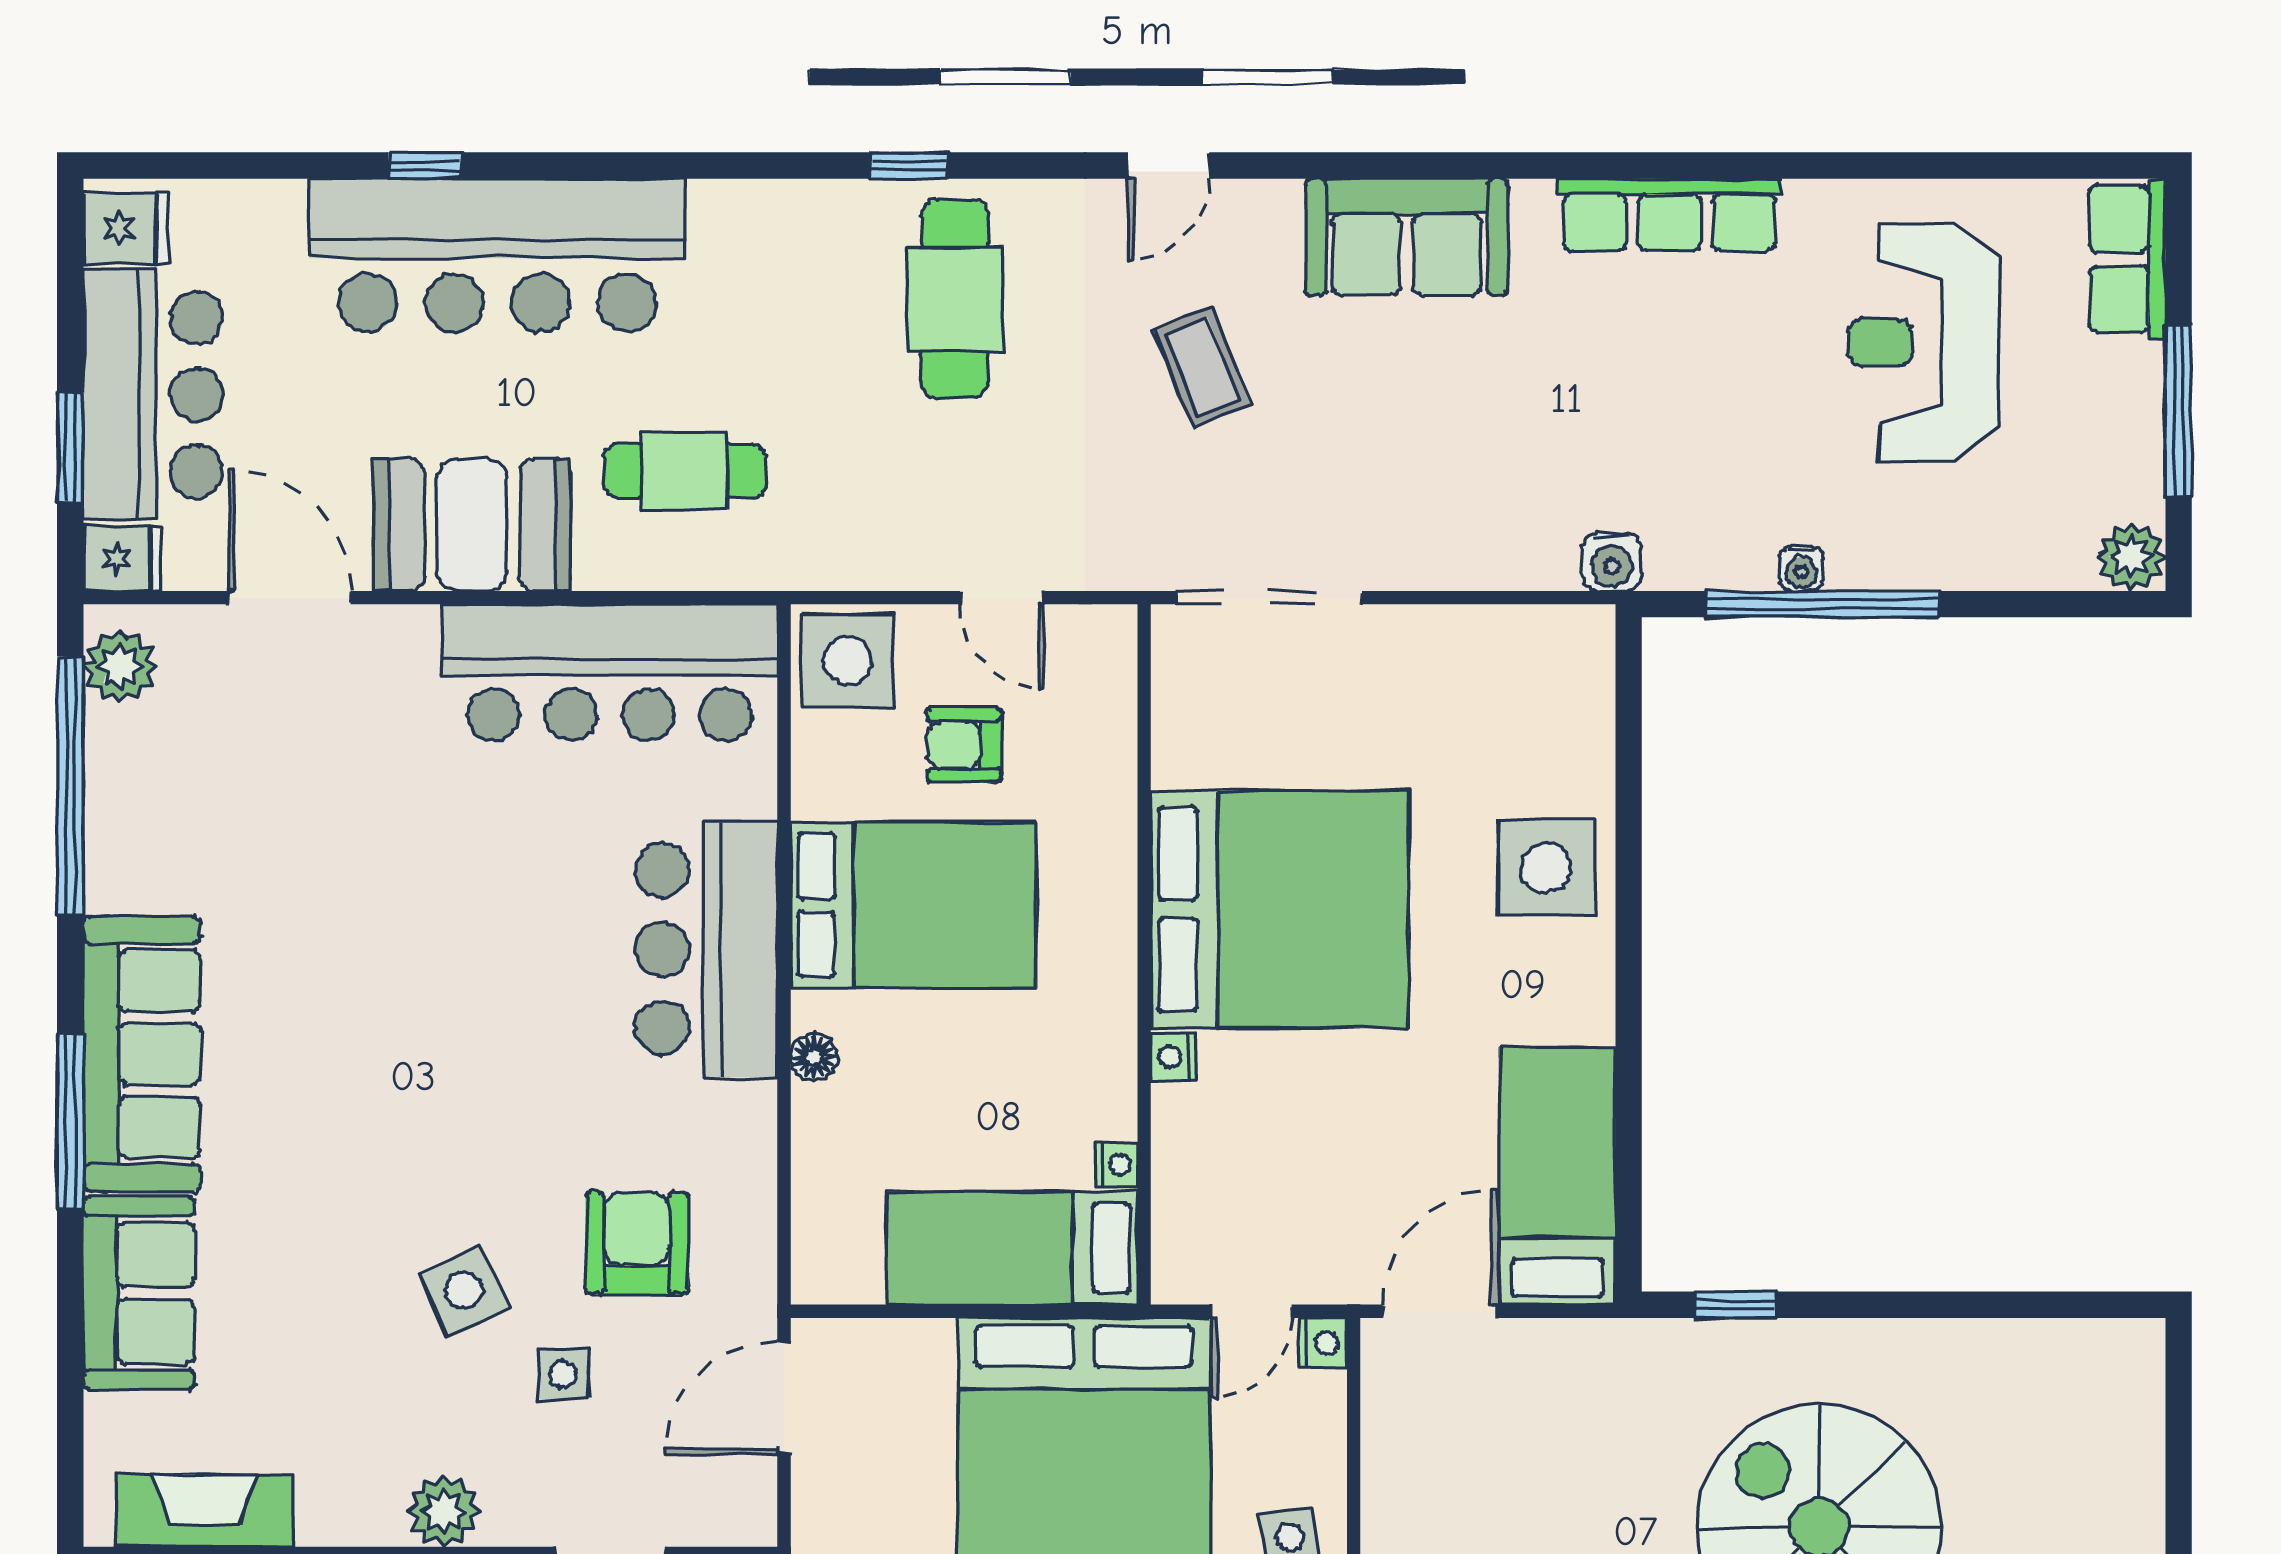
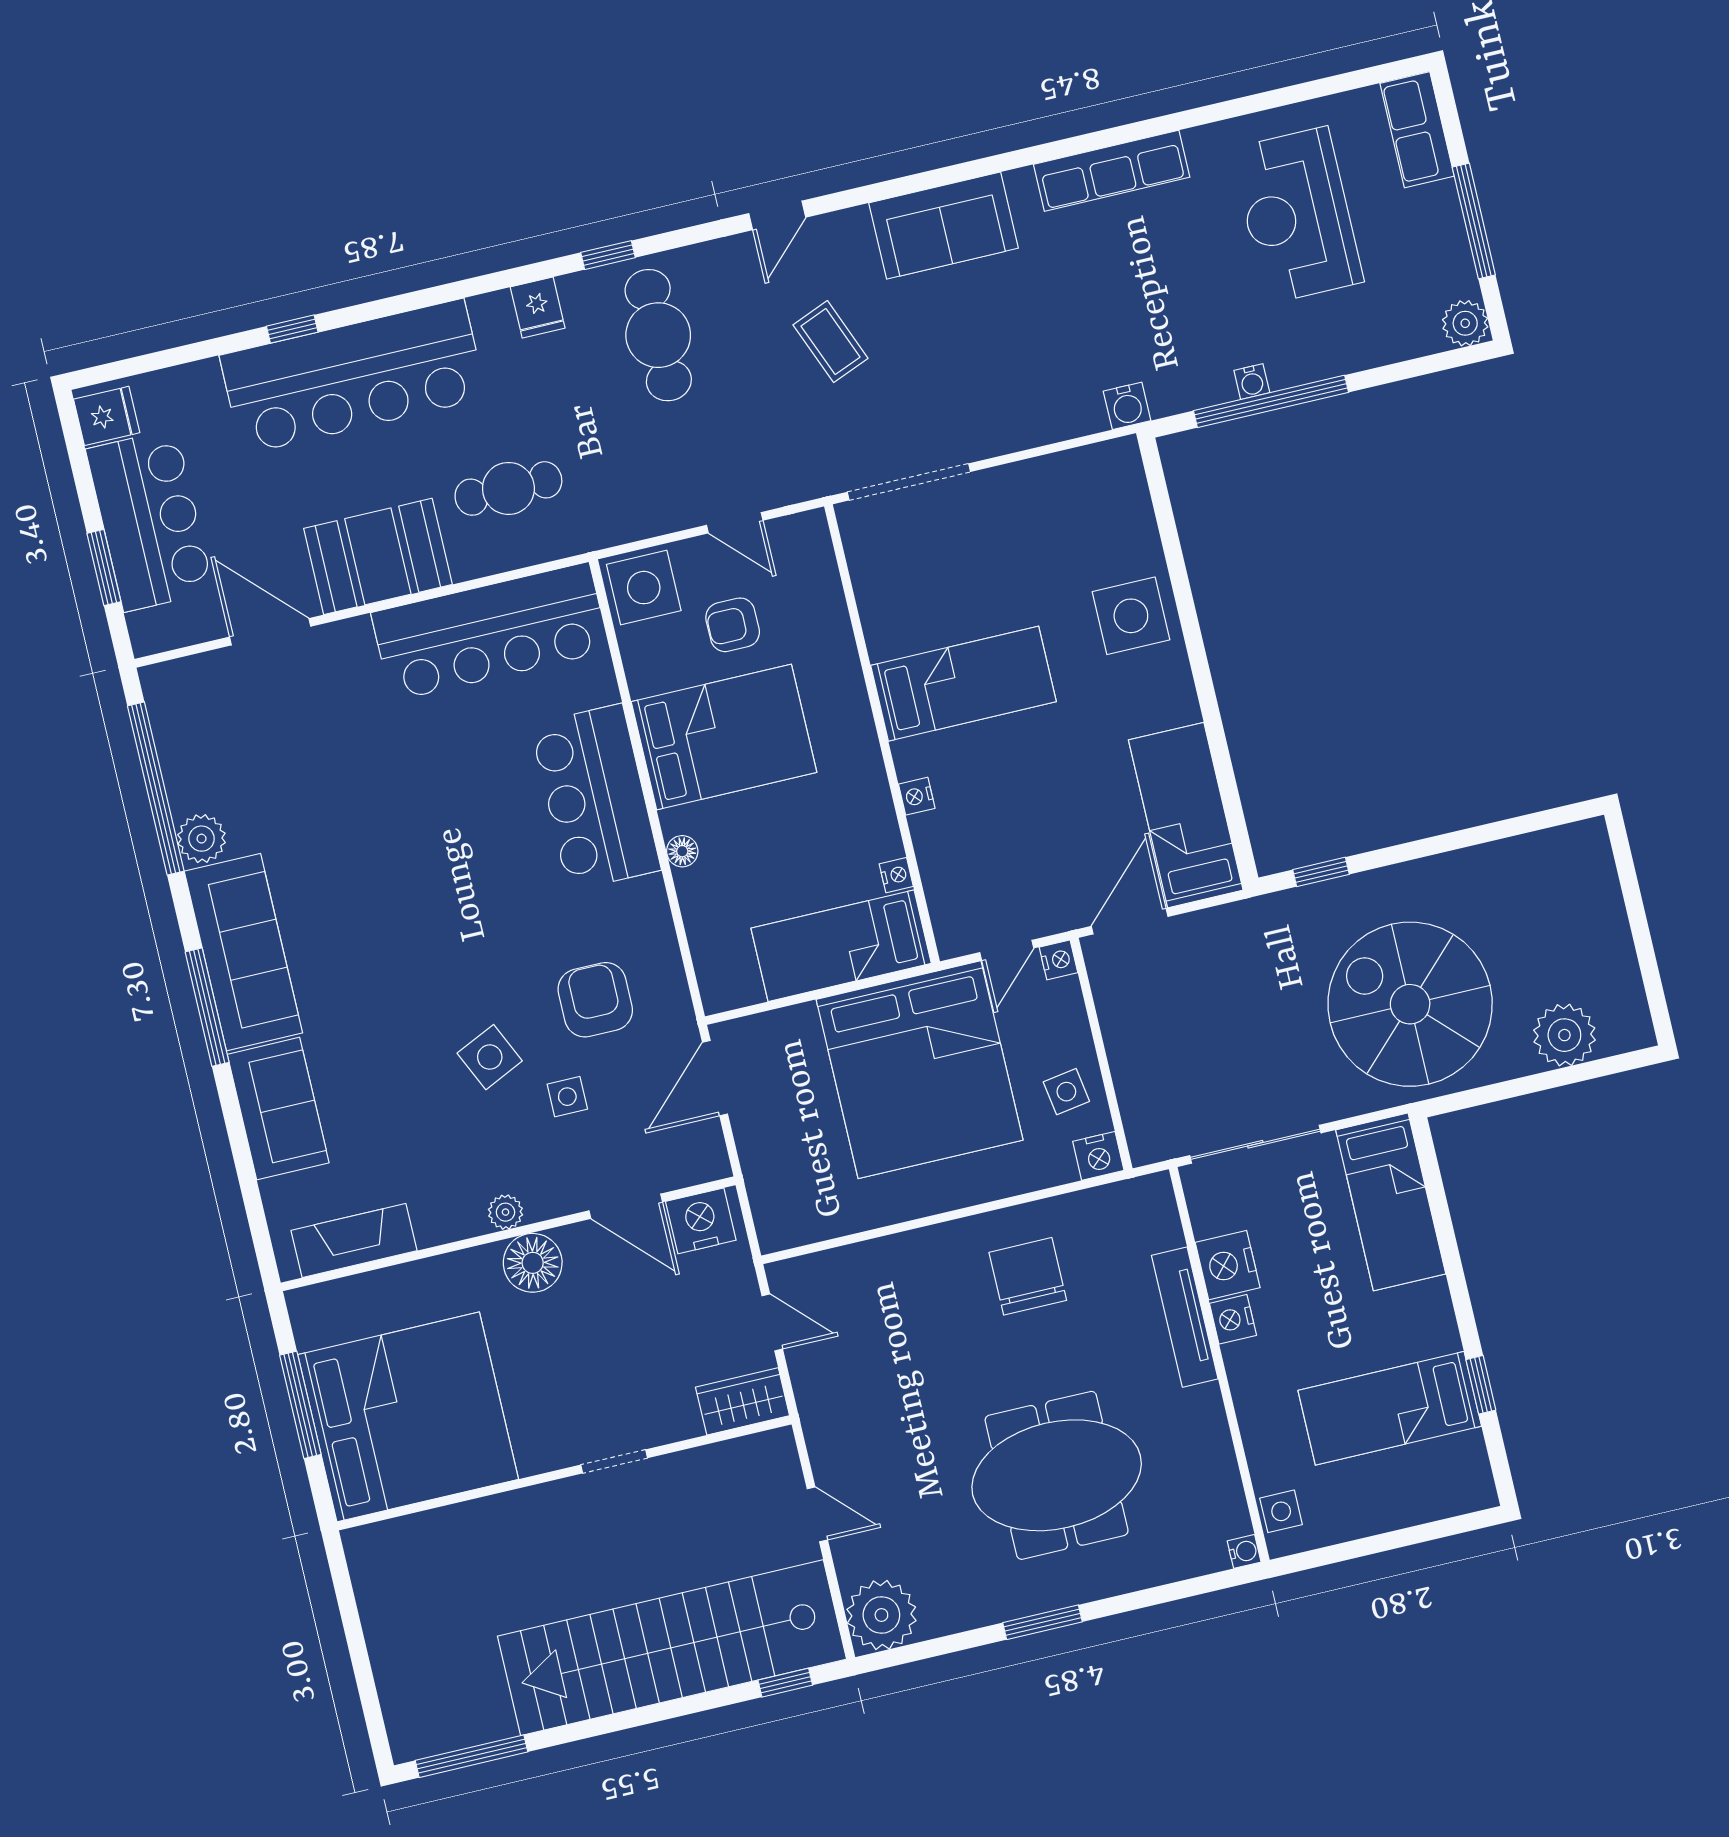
fridge: (123, 558) -> (538, 308), moved, turned 90
plant: (120, 667) -> (202, 839), moved
bed: (1280, 909) -> (963, 684), width x0.49
plant: (444, 1511) -> (505, 1212), width x0.73, depth x0.73

